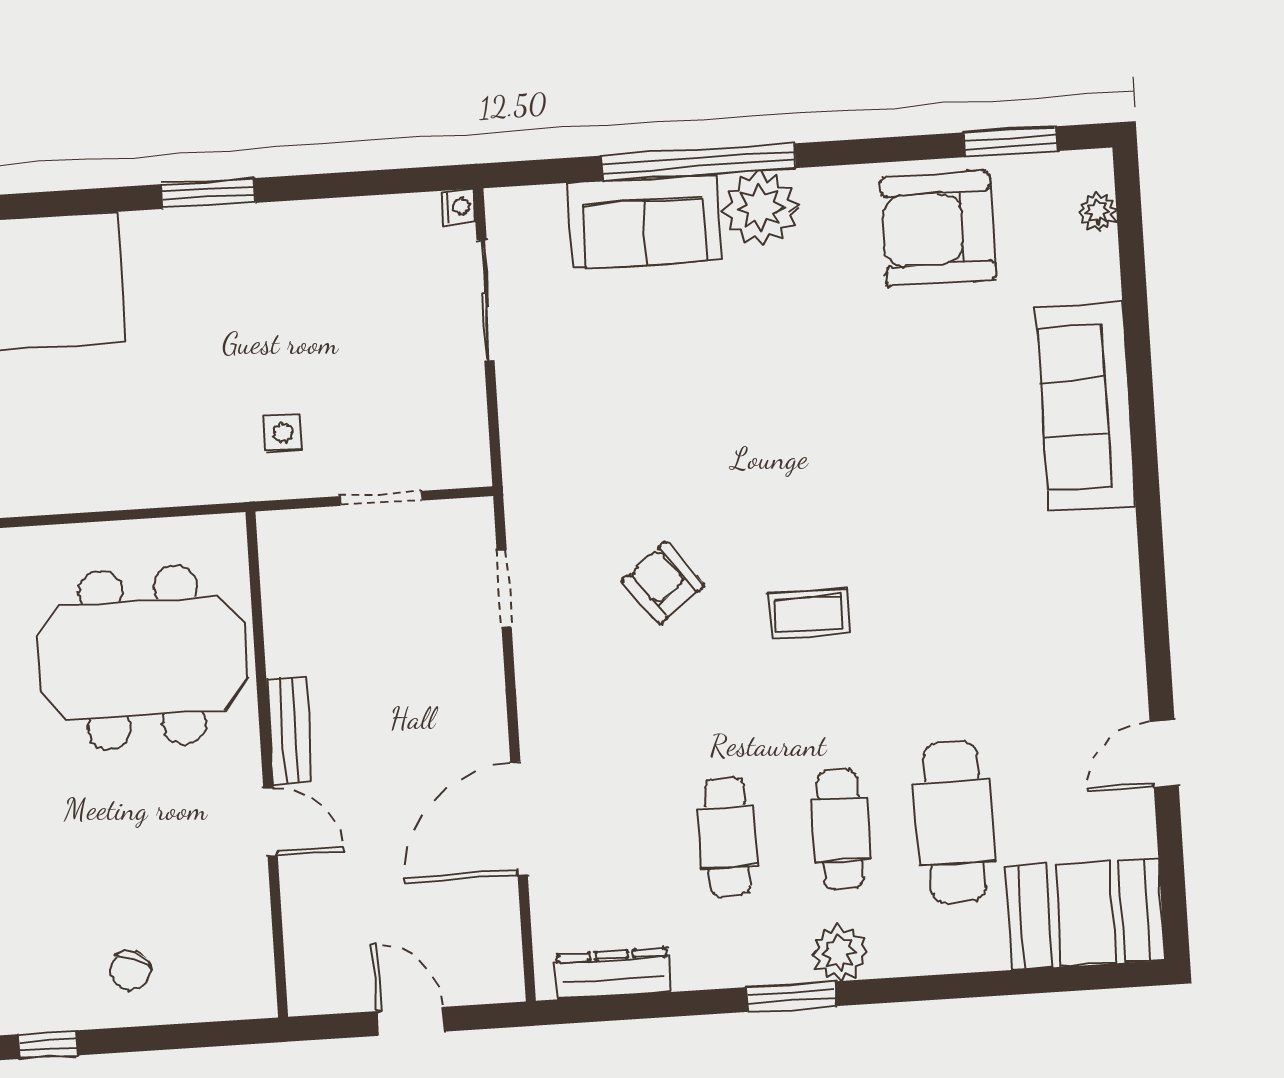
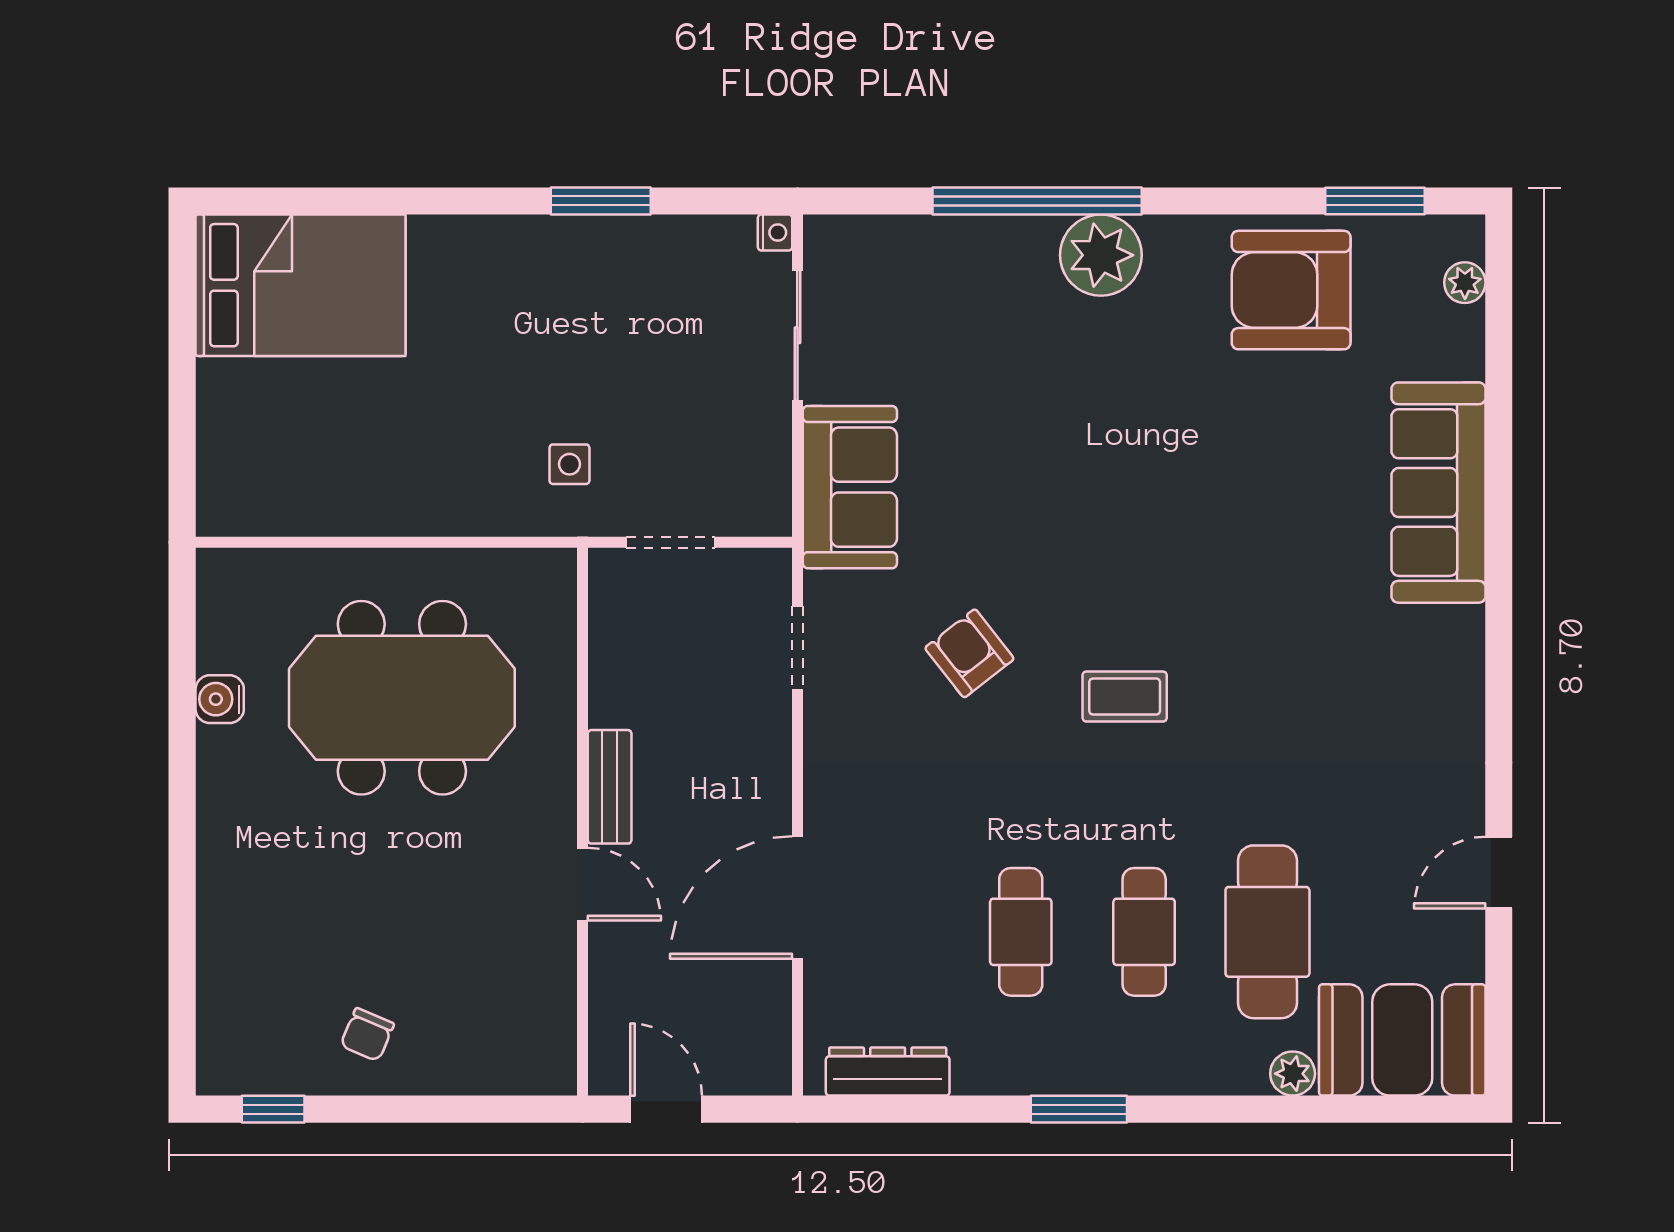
window: (208, 194) -> (601, 201), moved
sofa: (644, 221) -> (850, 487), moved, turned -90
bench: (290, 731) -> (610, 787), moved
wall: (267, 764) -> (583, 822), moved
door: (270, 822) -> (583, 884), moved
plant: (840, 953) -> (1293, 1074), moved, width x0.73, depth x0.73

